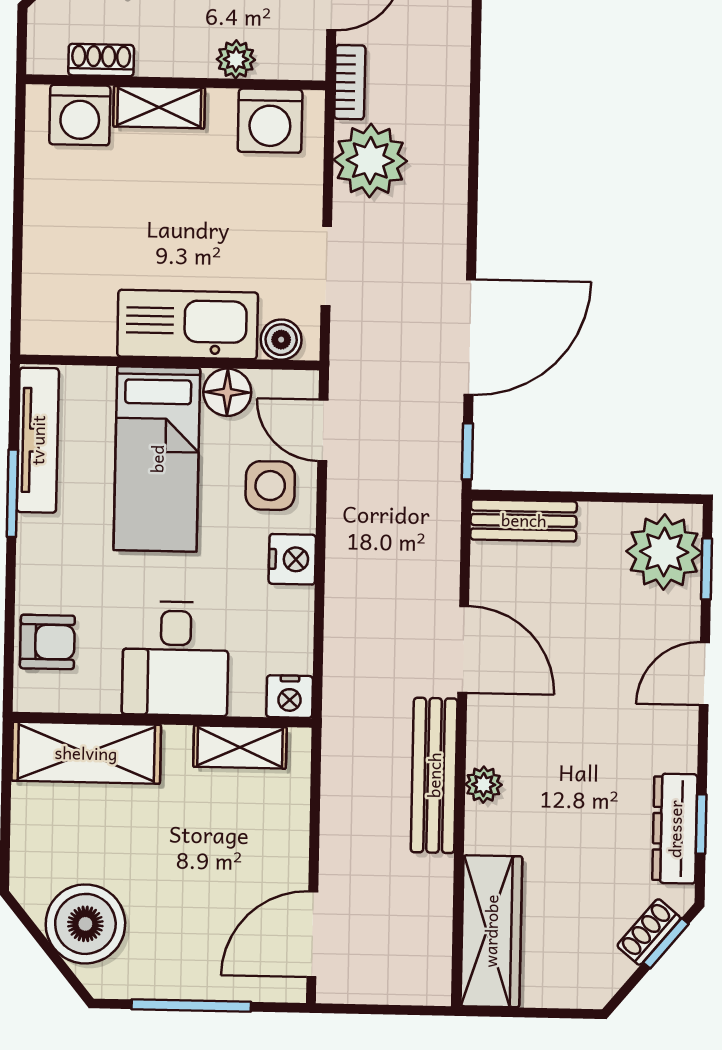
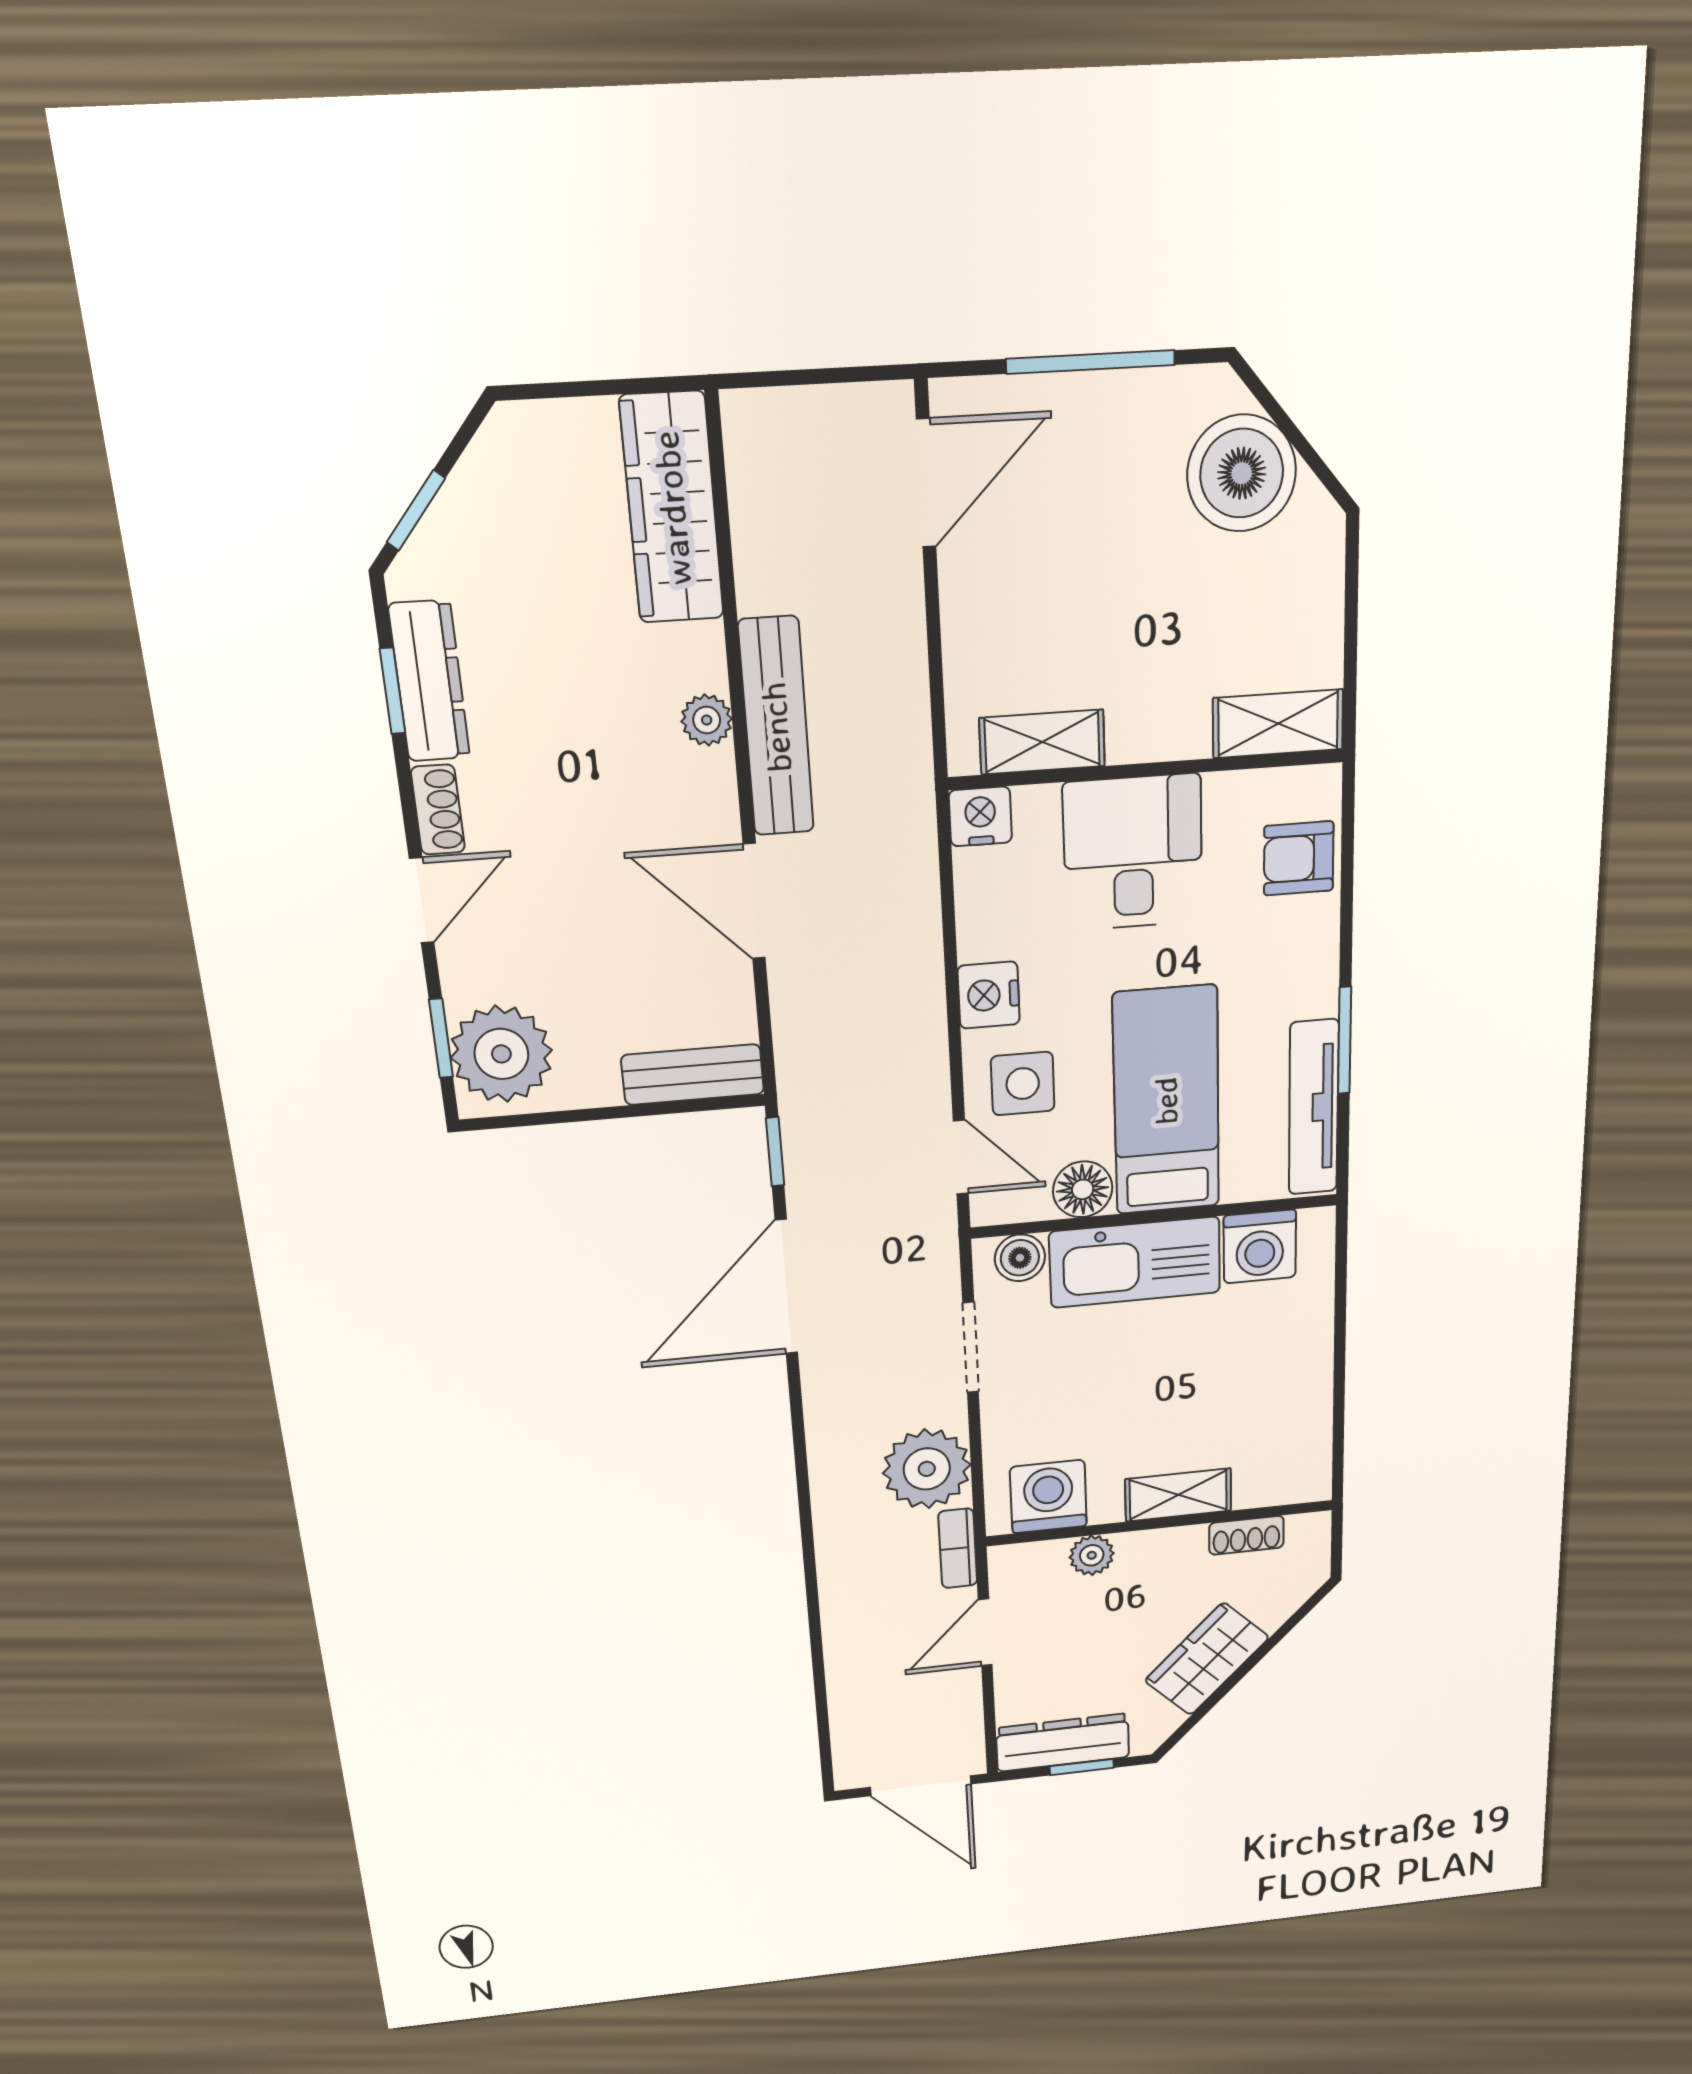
washing machine: (80, 115) -> (1260, 1247), moved, turned 180
shelving: (86, 753) -> (1278, 724), width x0.67, depth x0.75
shoe rack: (649, 932) -> (438, 810), moved, turned -40

